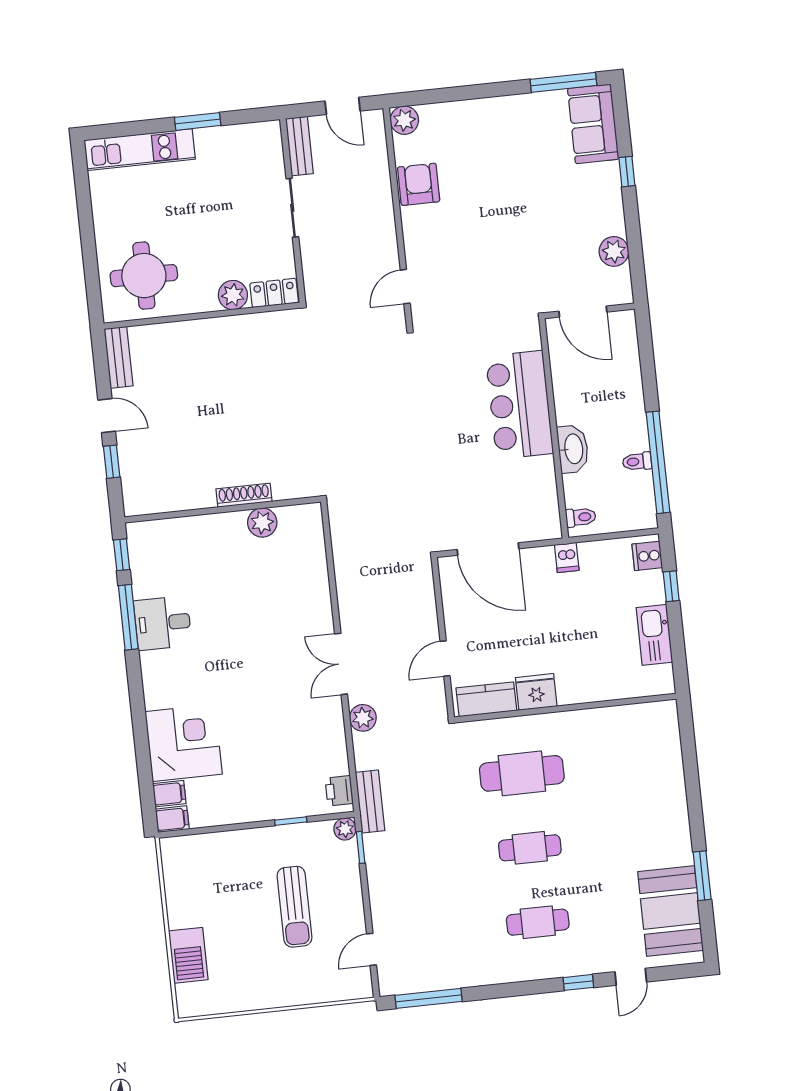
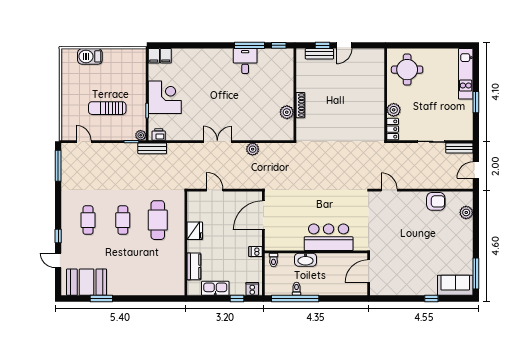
plant: (404, 120) -> (466, 212), moved
plant: (614, 251) -> (395, 289), removed
bench: (119, 357) -> (319, 54), moved
kitchen counter: (486, 699) -> (194, 266), moved
plant: (363, 718) -> (253, 149), moved
corner desk: (184, 743) -> (165, 97), moved, turned -90

